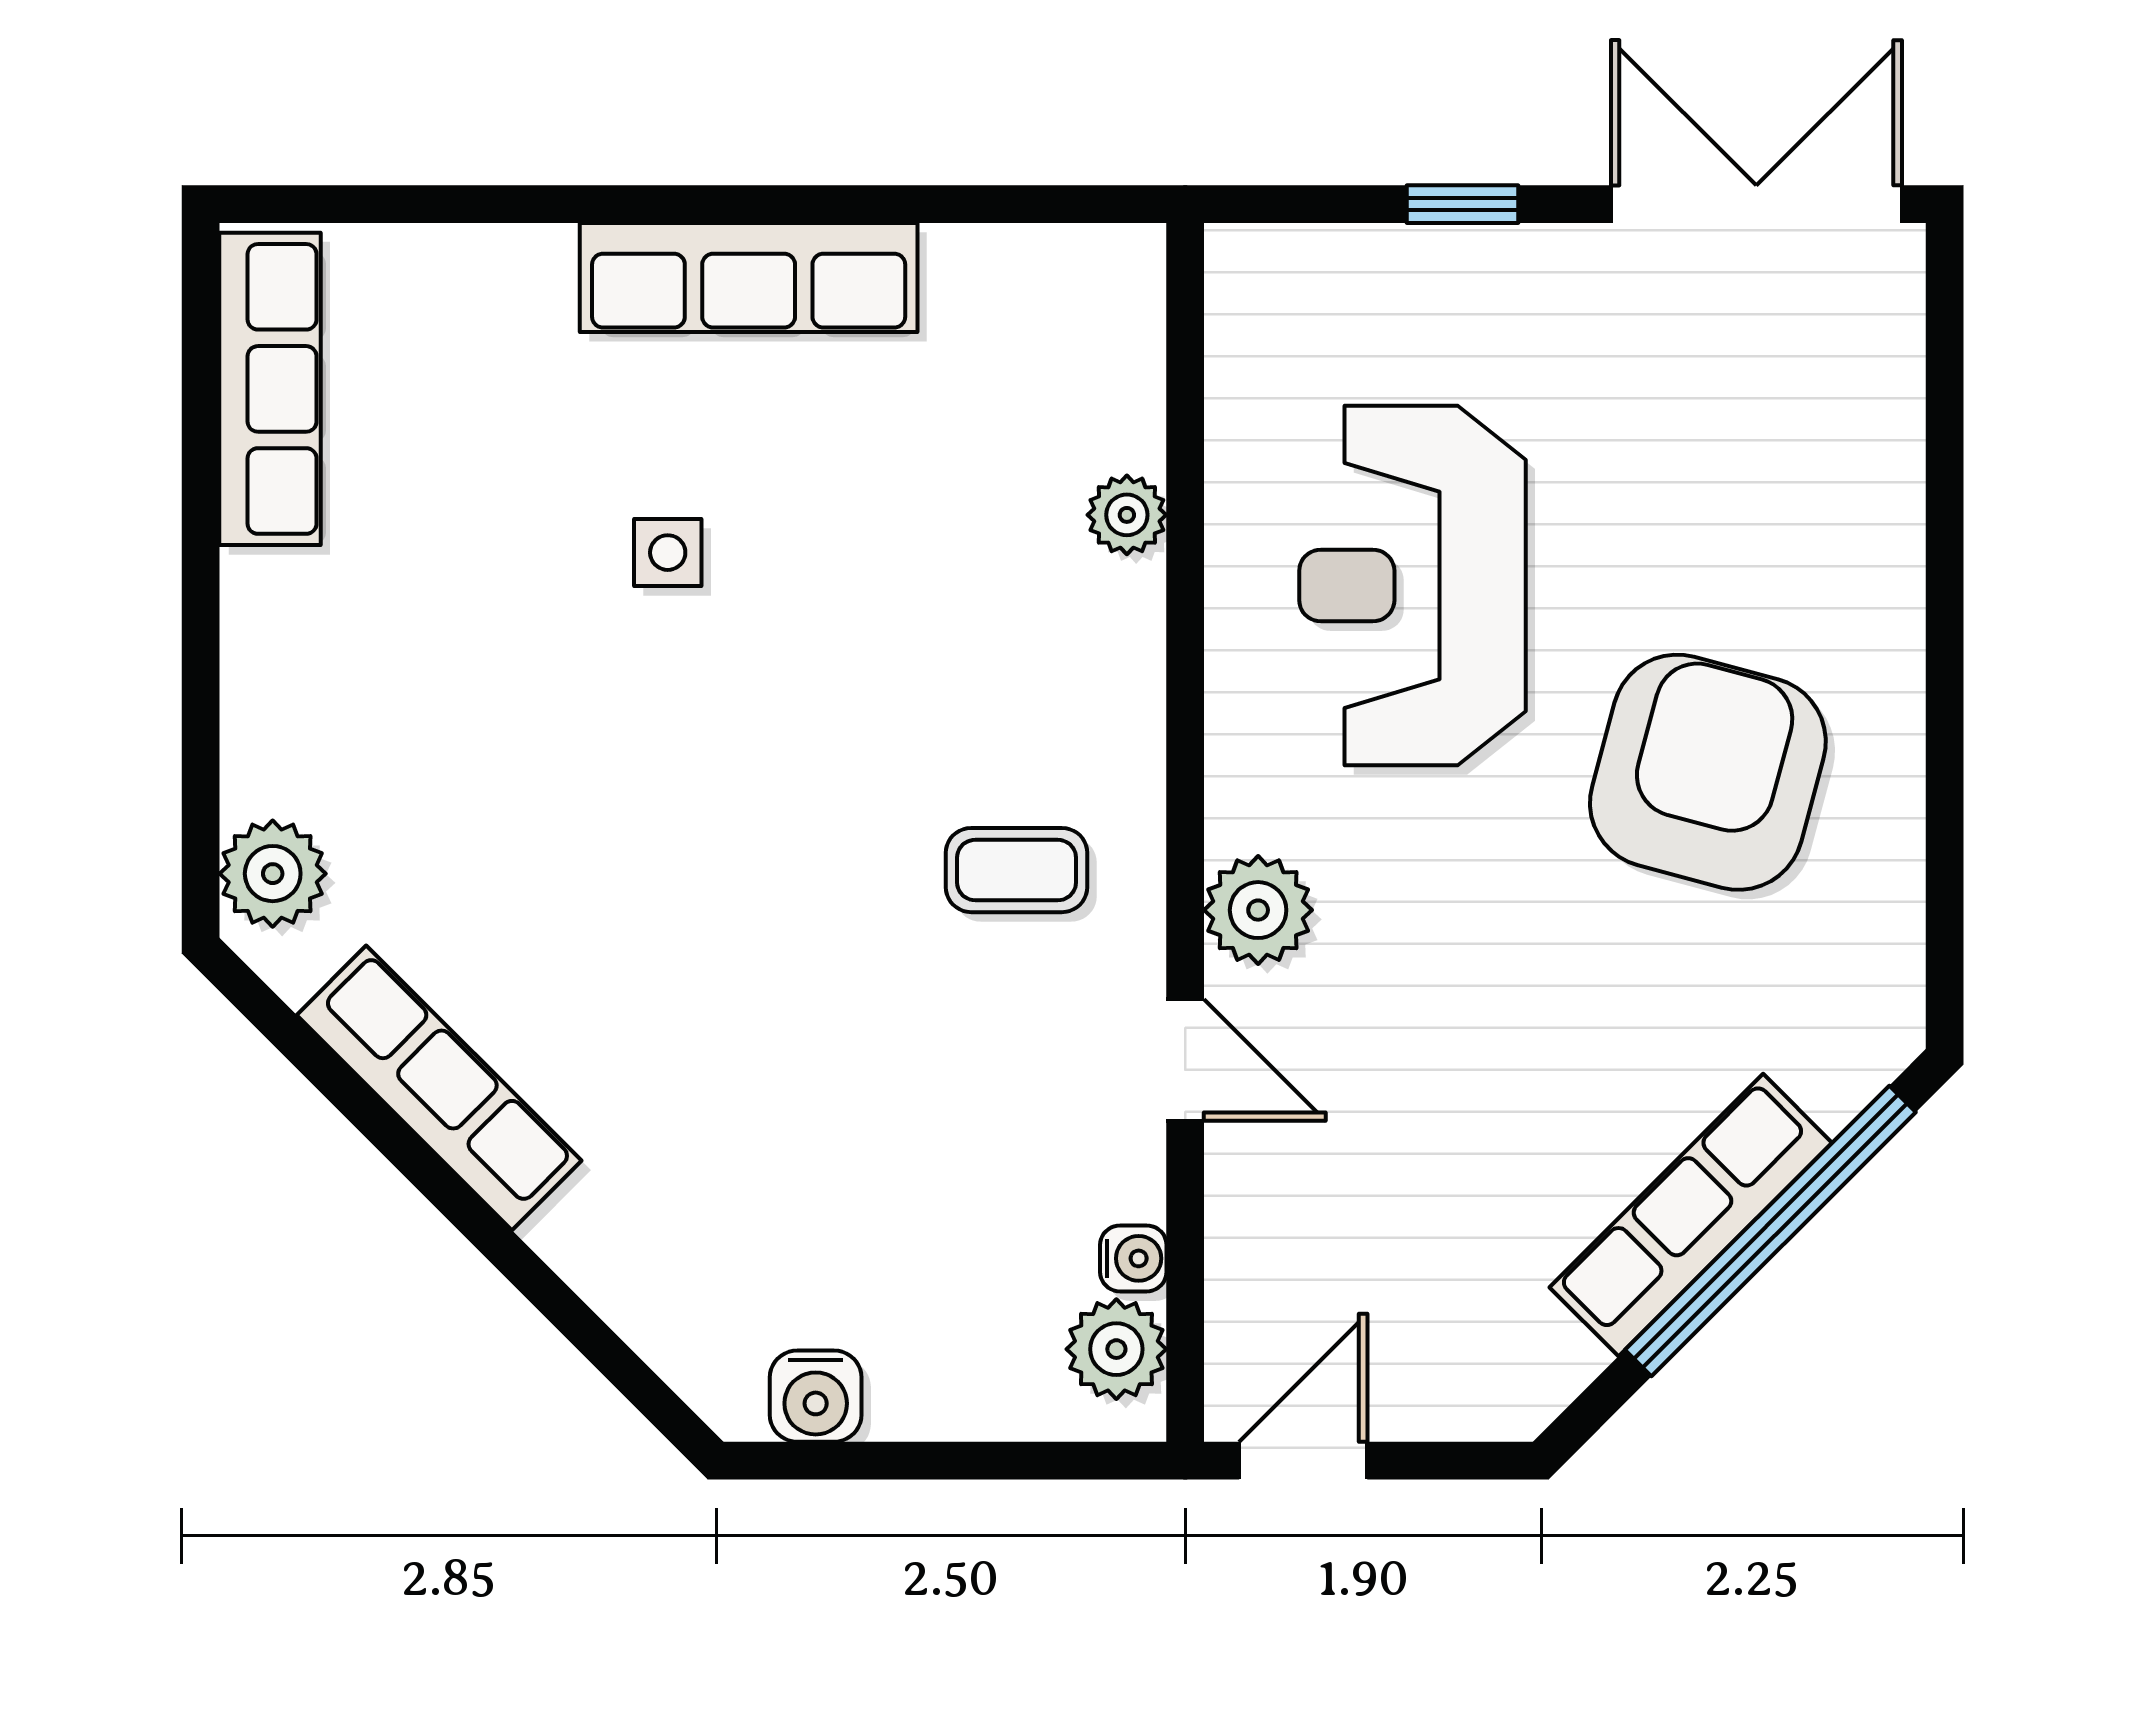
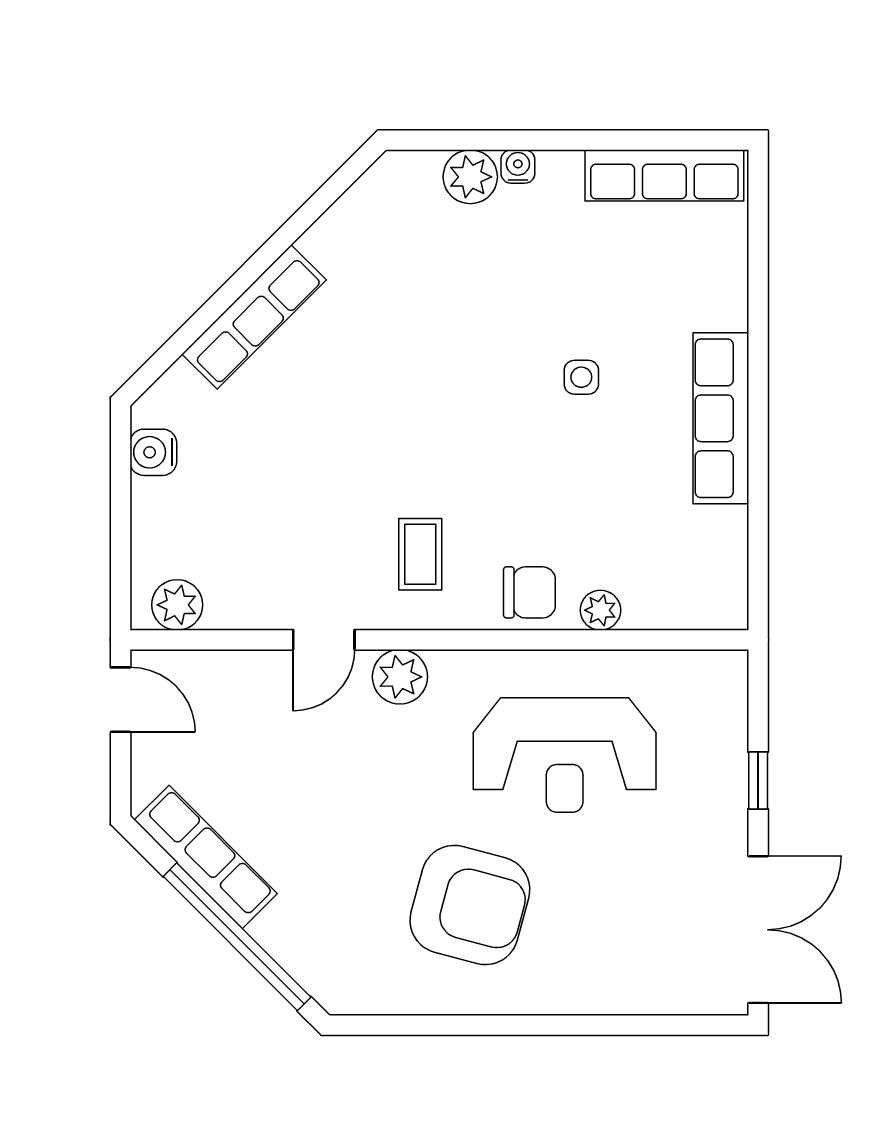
reception desk: (1412, 585) -> (565, 755), turned 180
chair: (1092, 655) -> (529, 592), added
plant: (273, 874) -> (470, 177), moved
row of seats: (439, 1088) -> (254, 317), moved
row of seats: (1691, 1215) -> (206, 857), moved
water cooler: (1133, 1258) -> (518, 167), moved, turned 180

